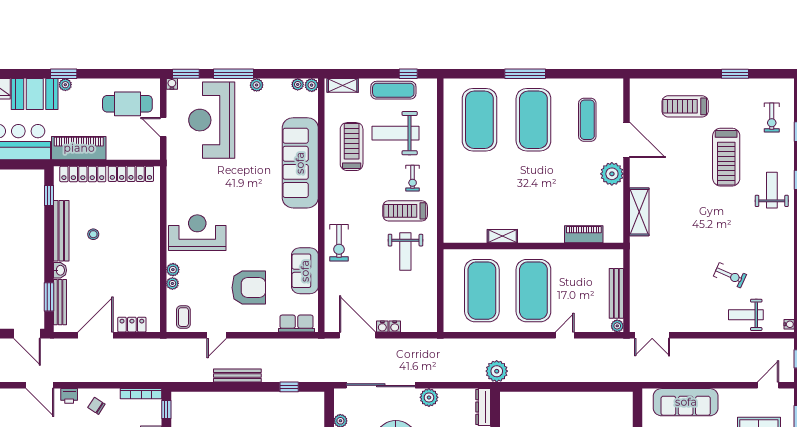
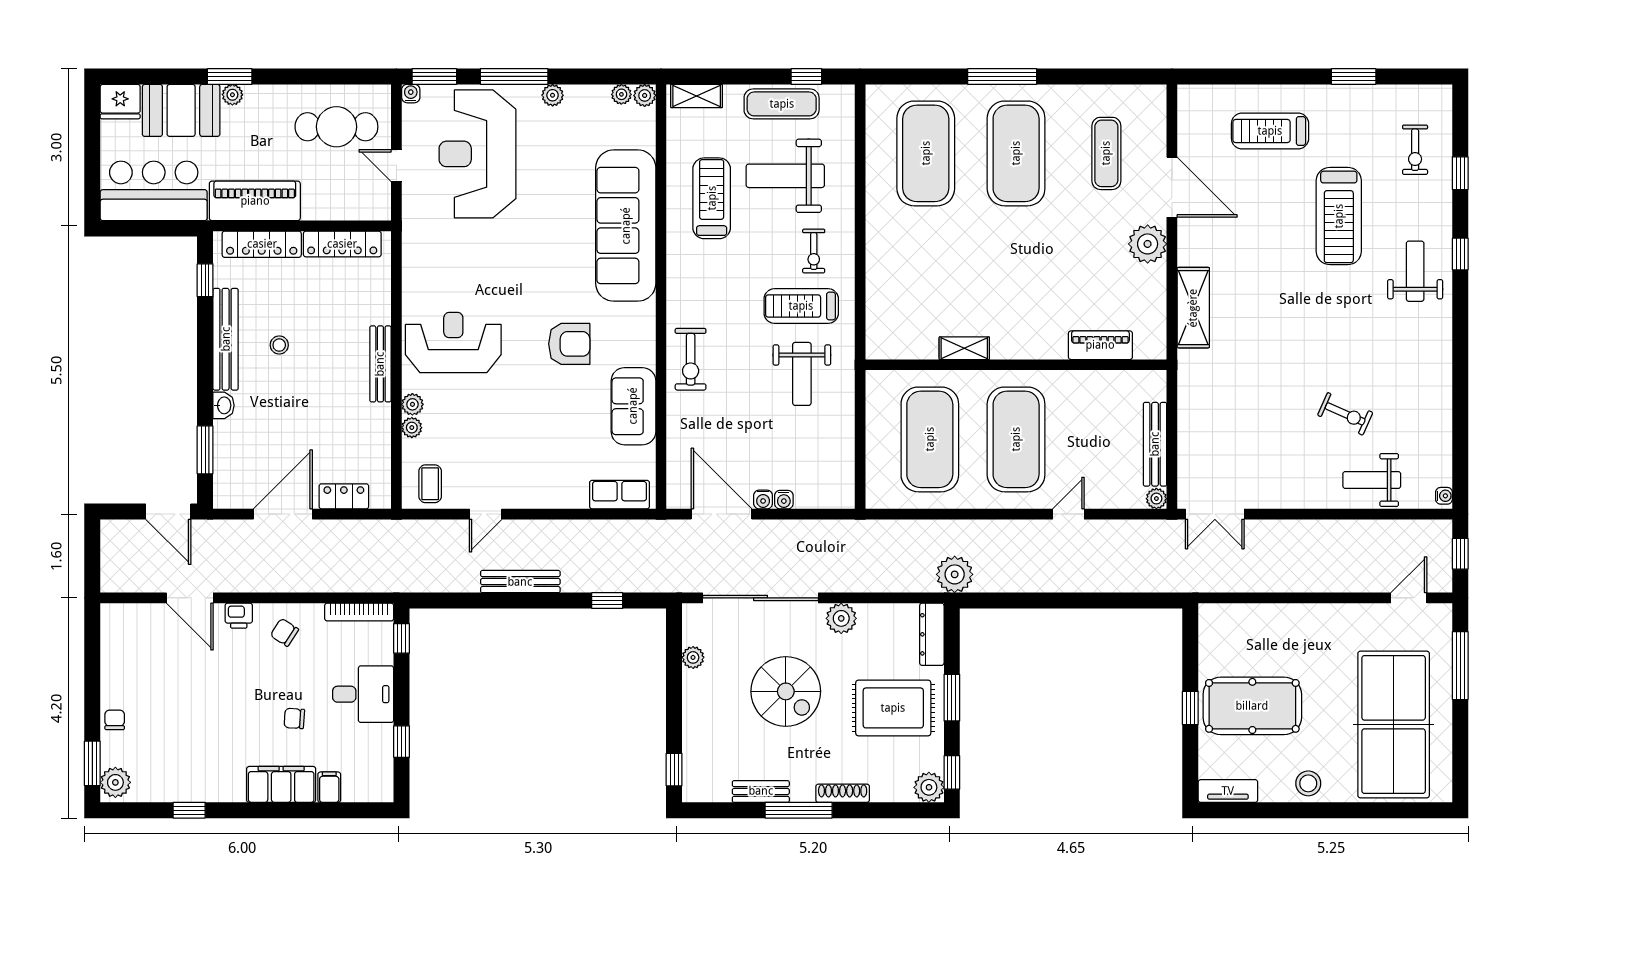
armchair: (249, 288) -> (569, 344), moved, width x0.73, depth x0.73
bench: (60, 302) -> (380, 364), moved
sofa: (686, 402) -> (1271, 626), removed

